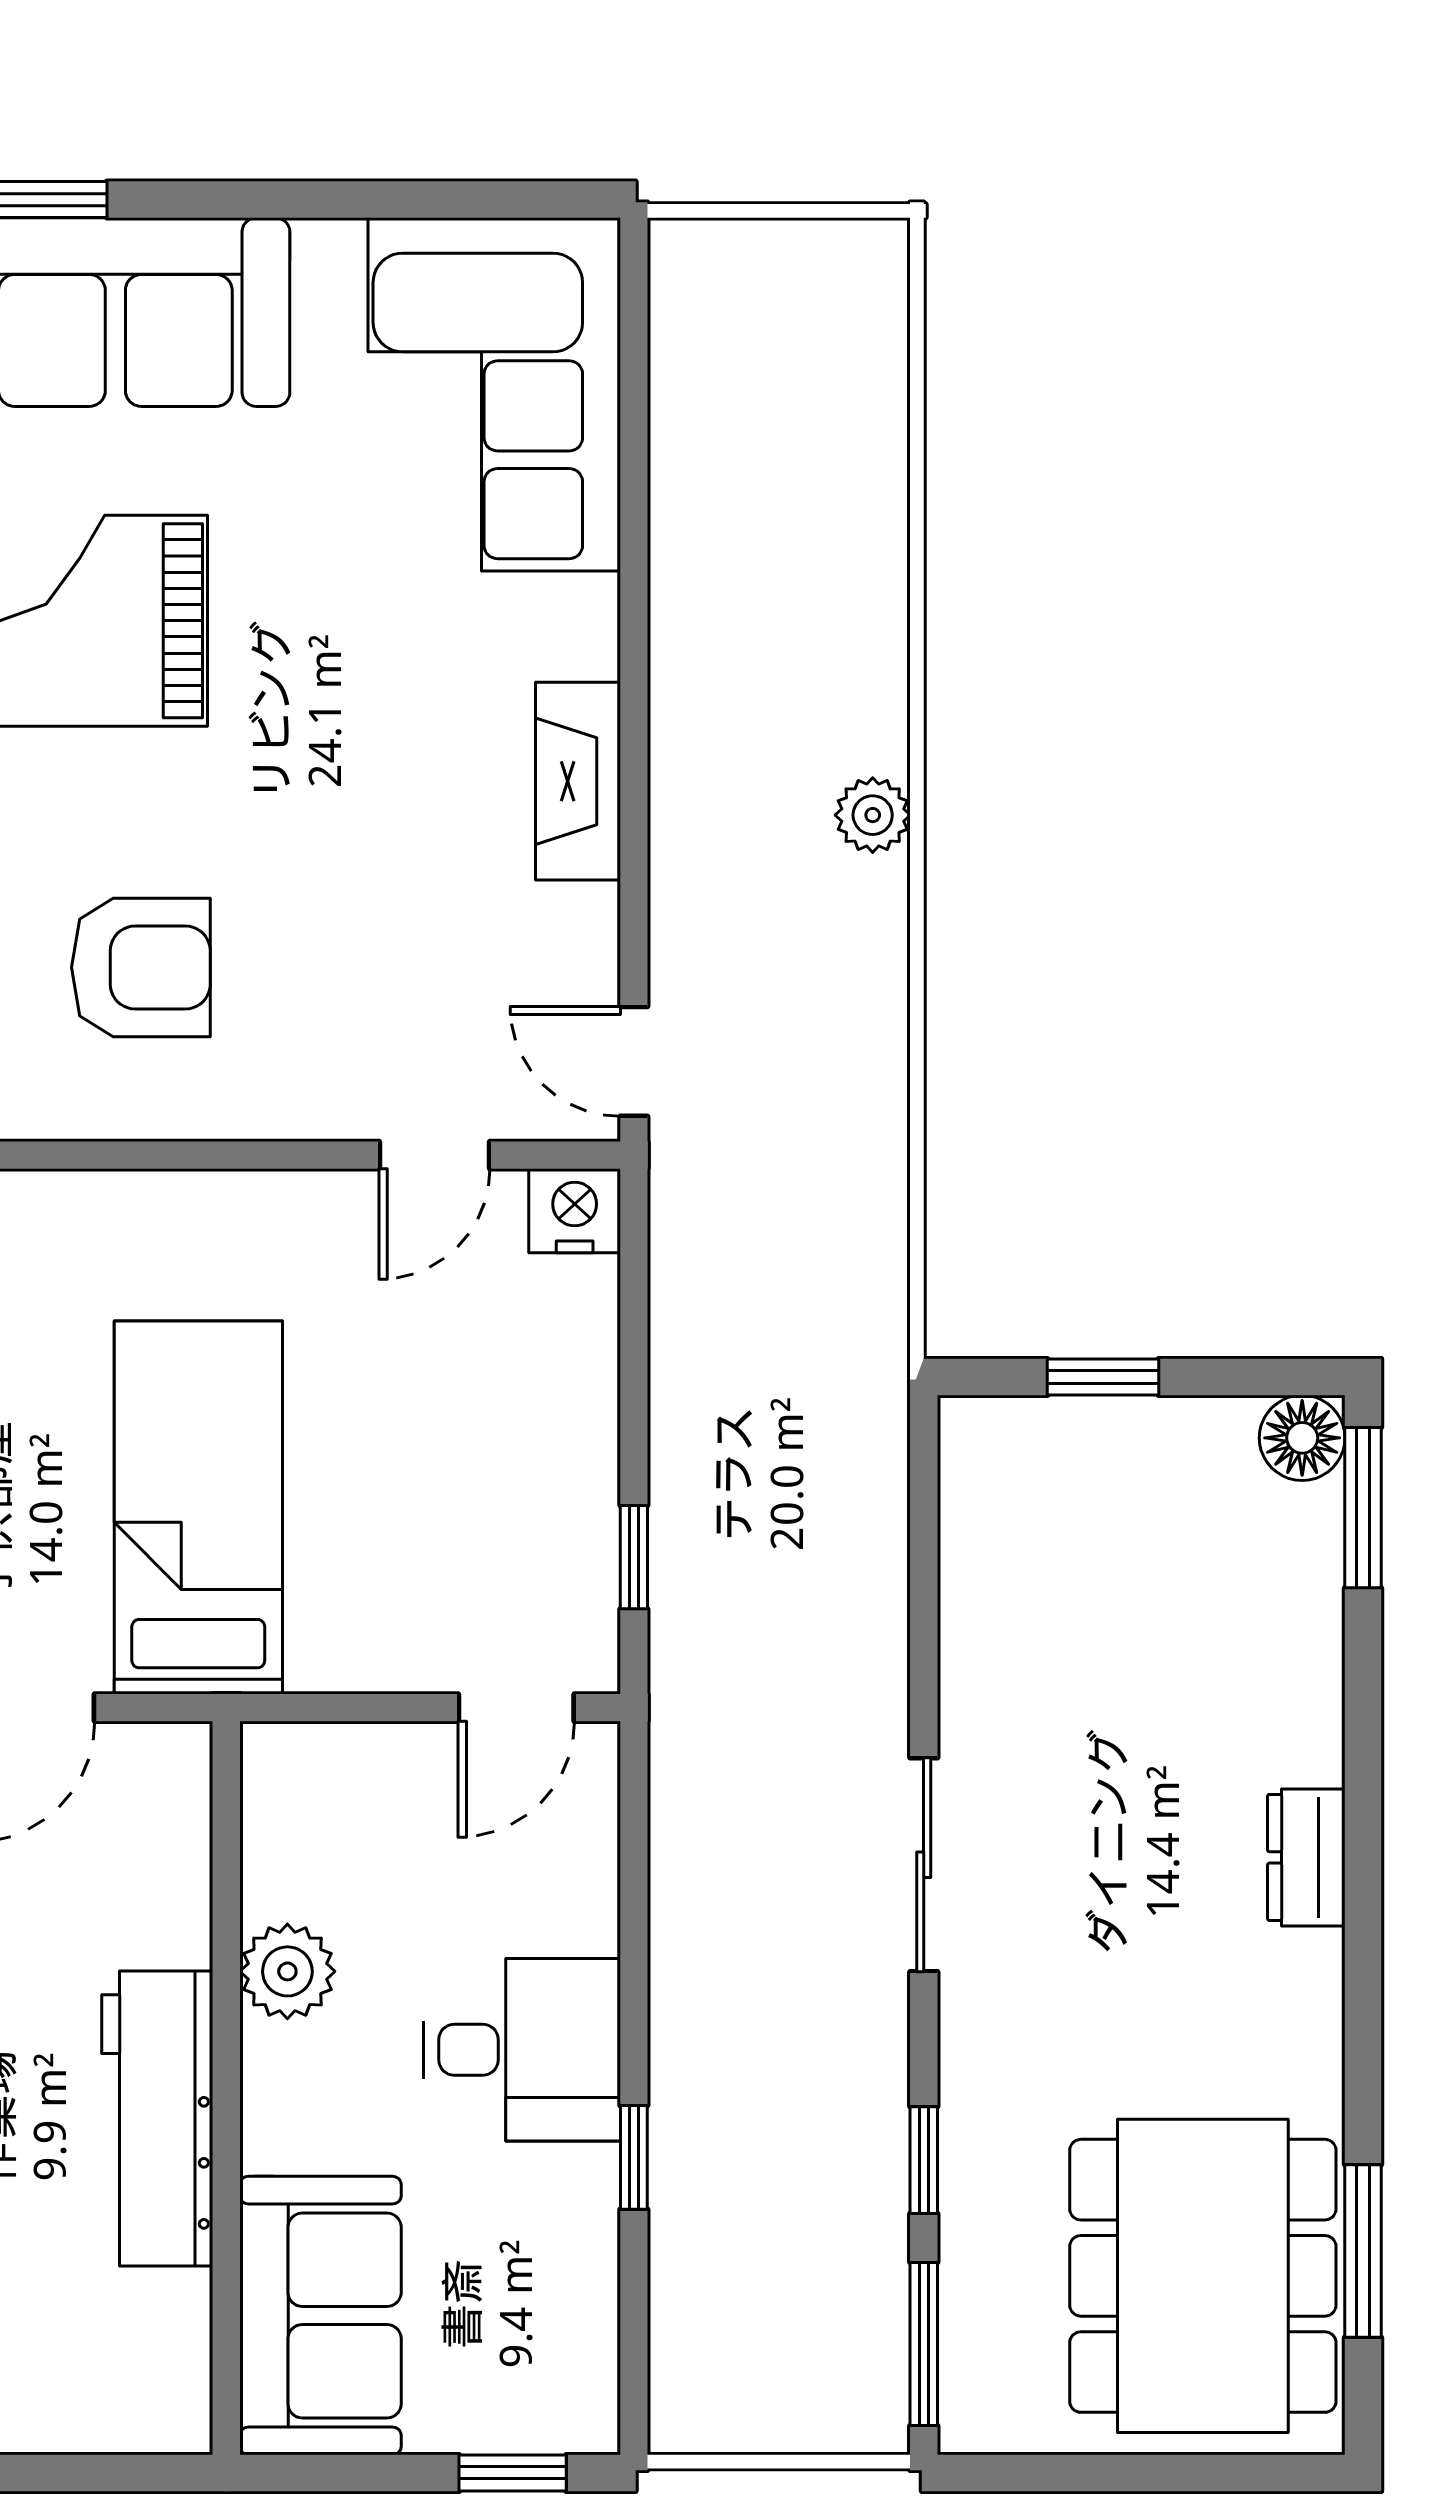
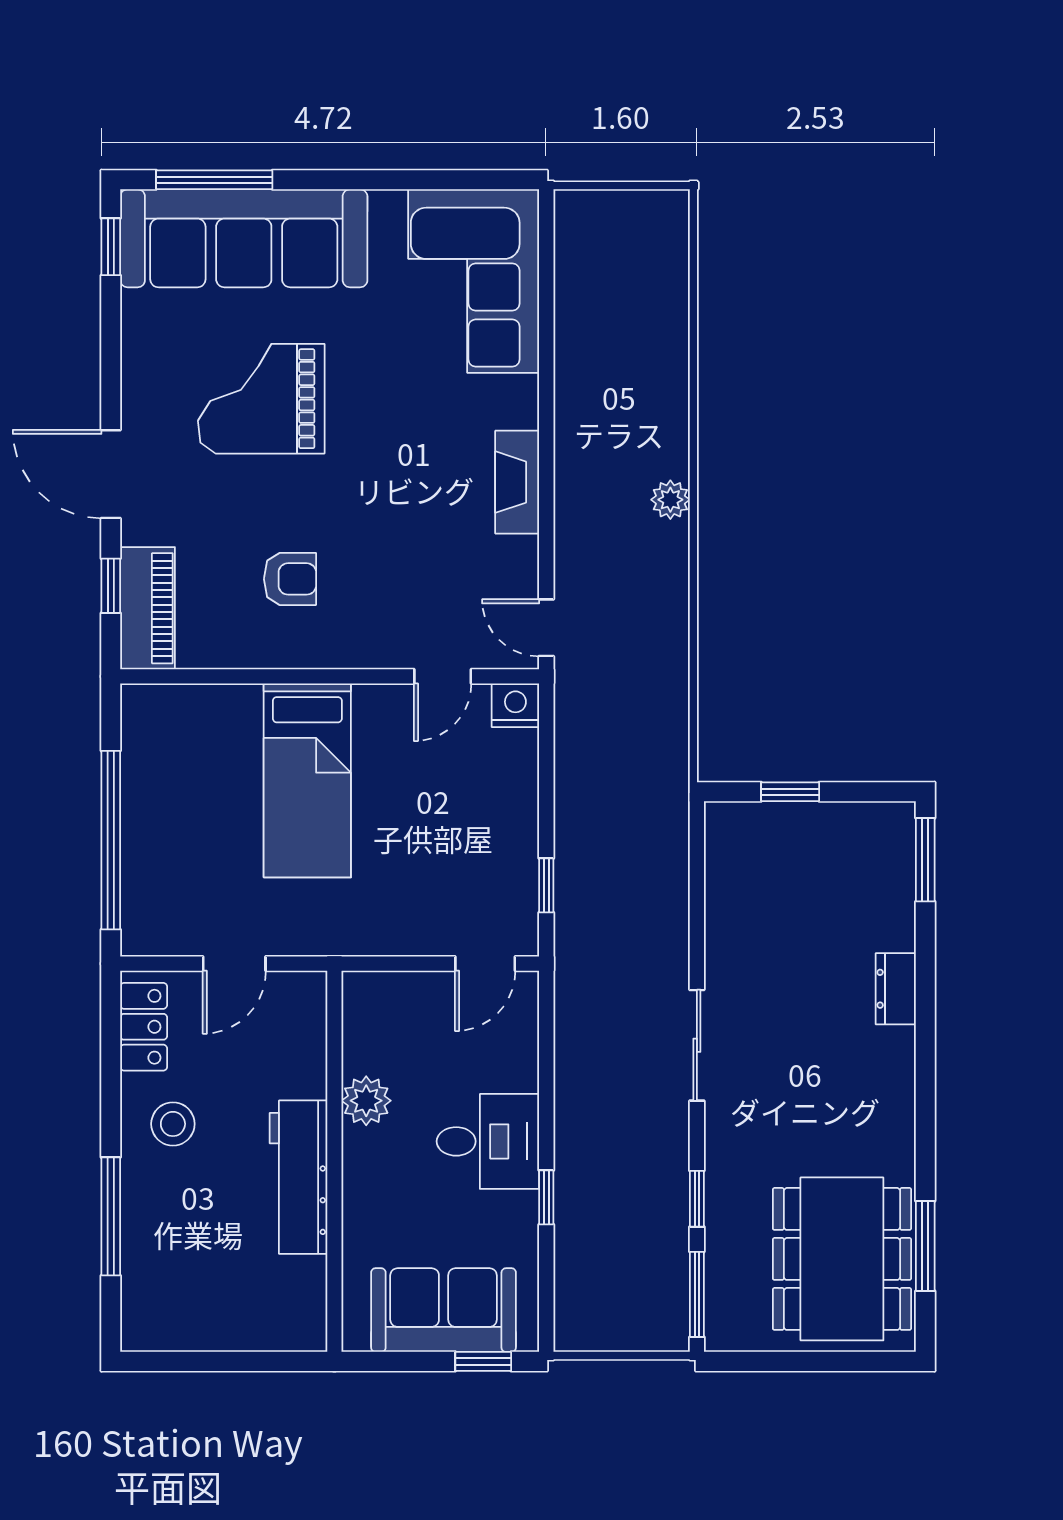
armchair: (141, 967) -> (290, 579), width x0.72, depth x0.72
floor lamp: (1302, 1438) -> (894, 823), removed
bed: (198, 1507) -> (307, 780), moved, turned 180
dresser: (1306, 1857) -> (896, 989), moved
sofa: (320, 2316) -> (444, 1310), moved, turned -90

